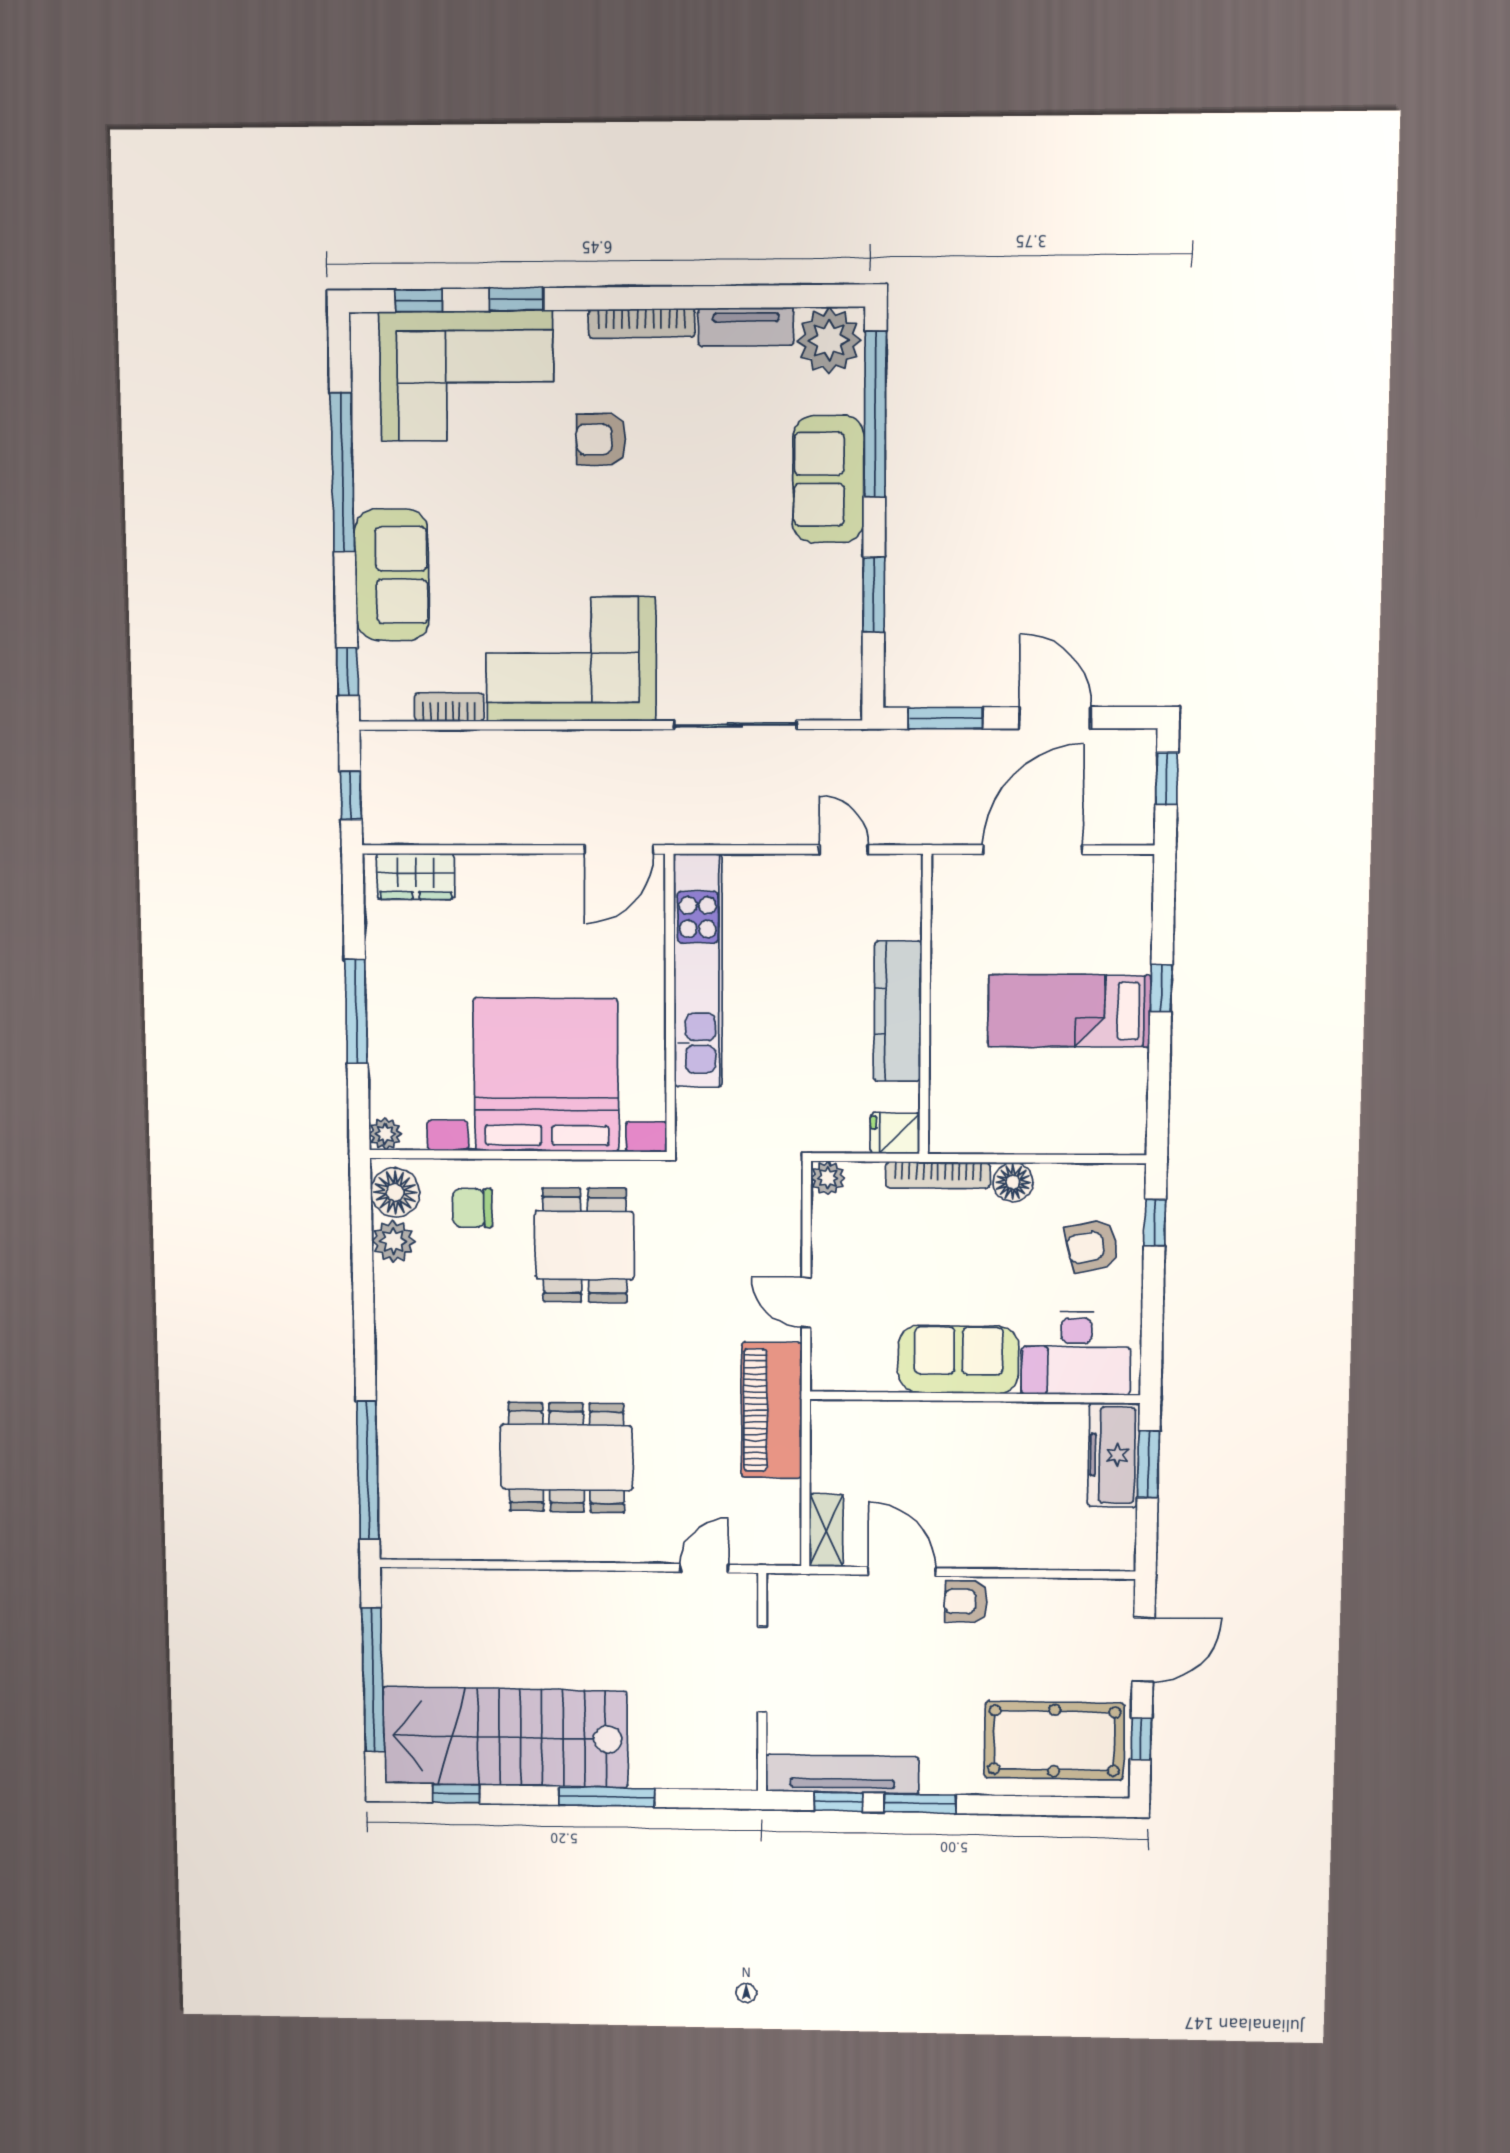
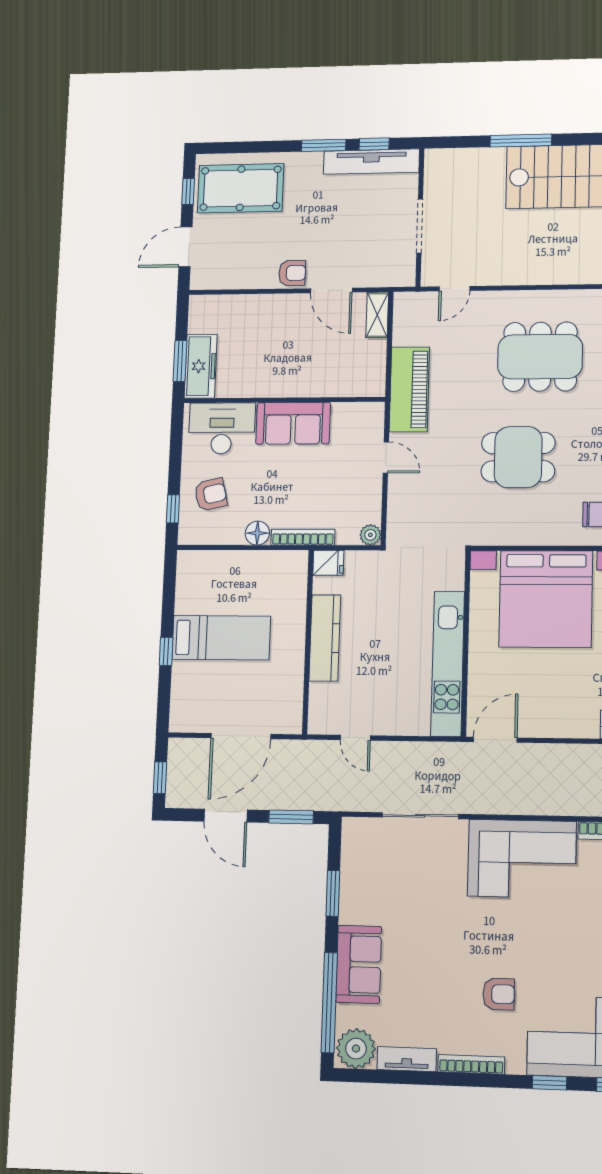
dining table: (585, 1245) -> (518, 457), moved, turned 90

